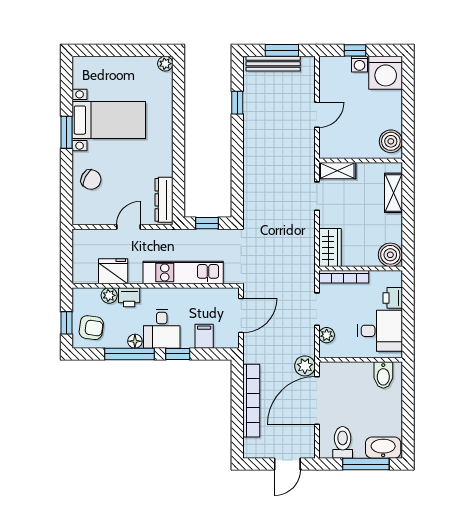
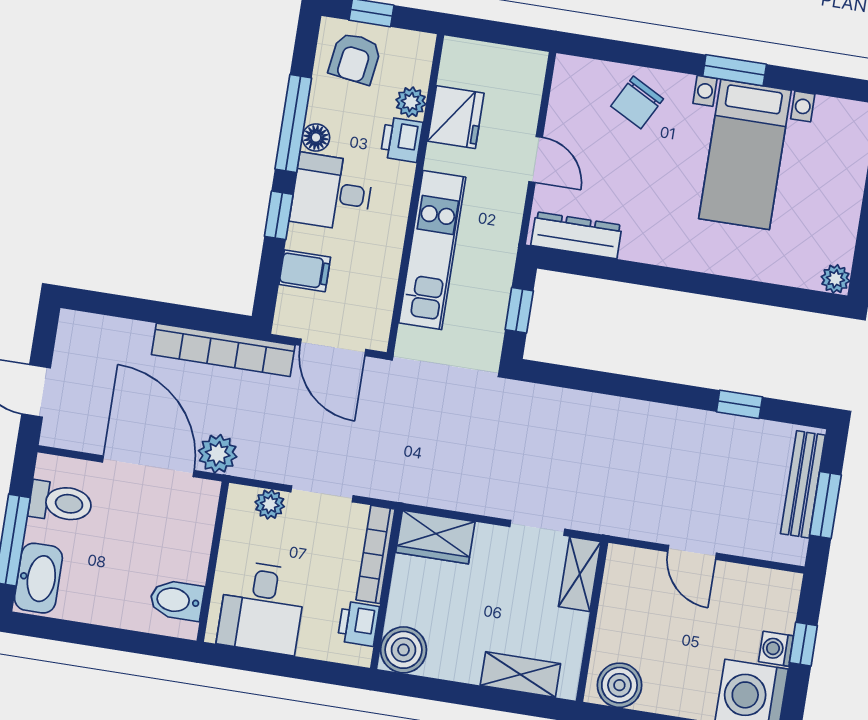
printer: (393, 298) -> (358, 624), moved, turned -90
bookcase: (251, 401) -> (223, 350), moved

